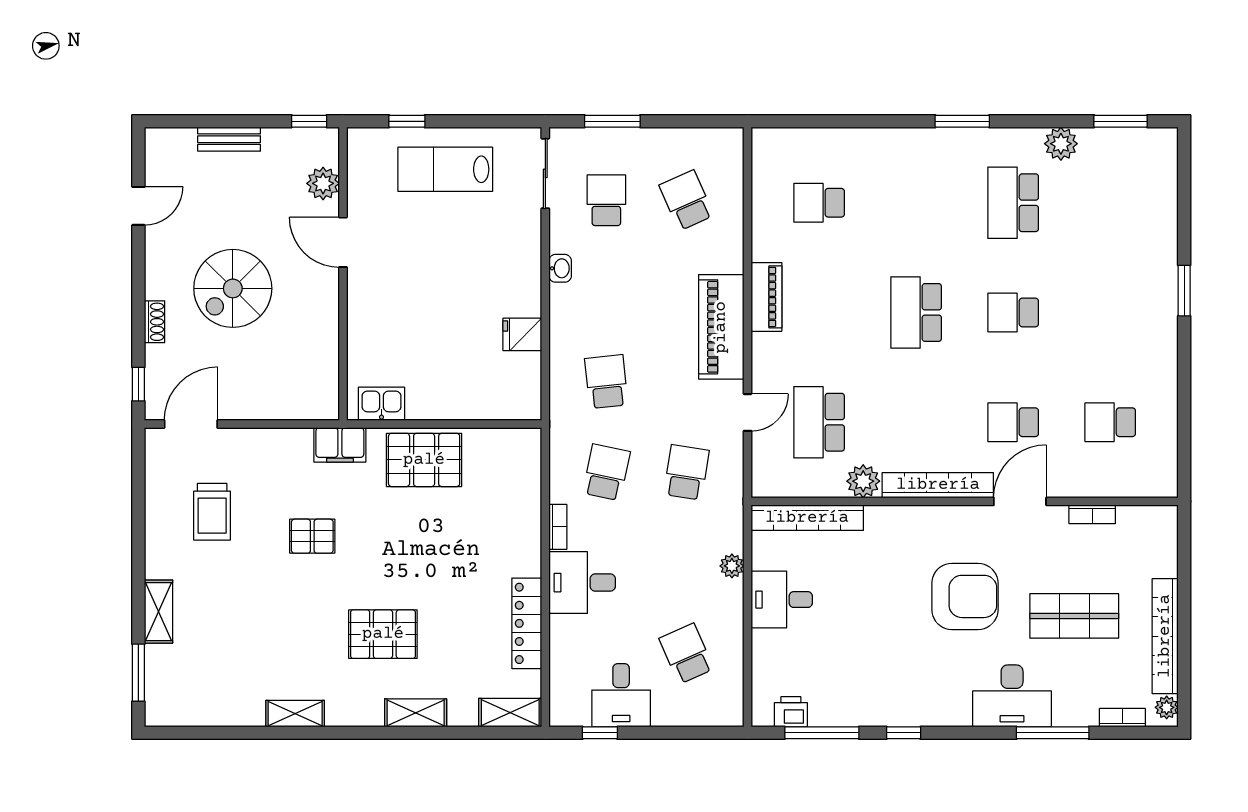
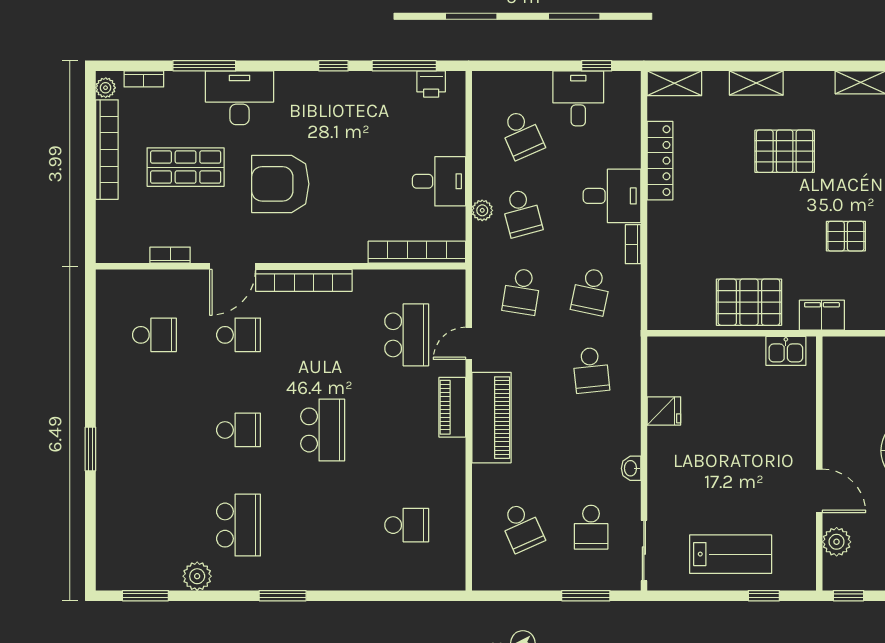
piano: (766, 297) -> (452, 407), moved
plant: (863, 481) -> (368, 284), removed
school desk: (686, 563) -> (522, 213), added

